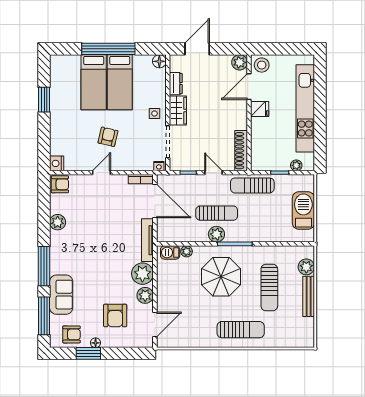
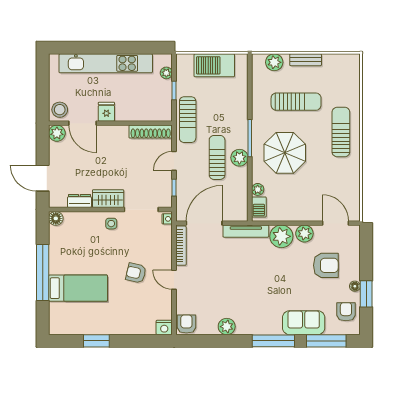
bed: (120, 82) -> (78, 261), removed
bookcase: (140, 179) -> (181, 246), width x1.56
bench: (309, 296) -> (306, 60), width x0.73

